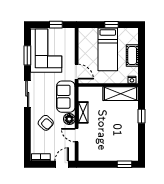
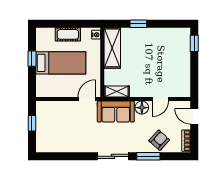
corner sofa: (46, 51) -> (62, 134), removed
window: (27, 55) -> (148, 156), moved
shelving: (83, 112) -> (117, 91), moved
armchair: (46, 123) -> (159, 140), moved

